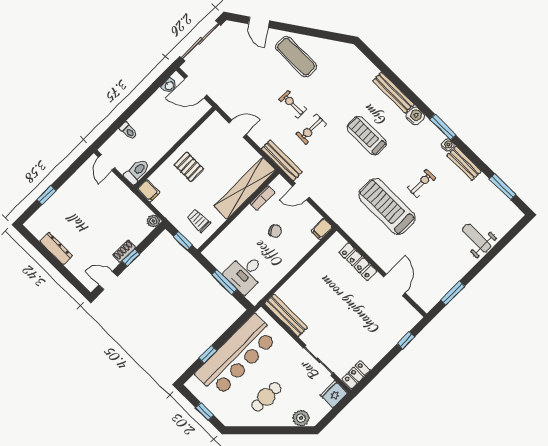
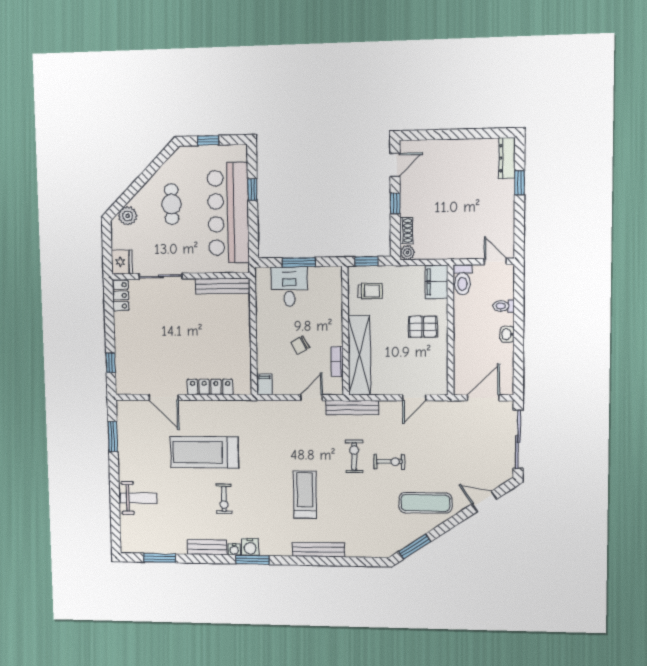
window: (330, 36) -> (415, 547), added
washbasin: (169, 86) -> (507, 334), moved
water cooler: (415, 116) -> (250, 547), moved
treadmill: (367, 136) -> (305, 495), turned -90
filing cabinet: (149, 191) -> (436, 282), width x2.00
treadmill: (387, 207) -> (204, 452), moved, turned 180
dresser: (56, 249) -> (507, 158), moved, turned 90
shoe rack: (124, 251) -> (406, 231), moved

